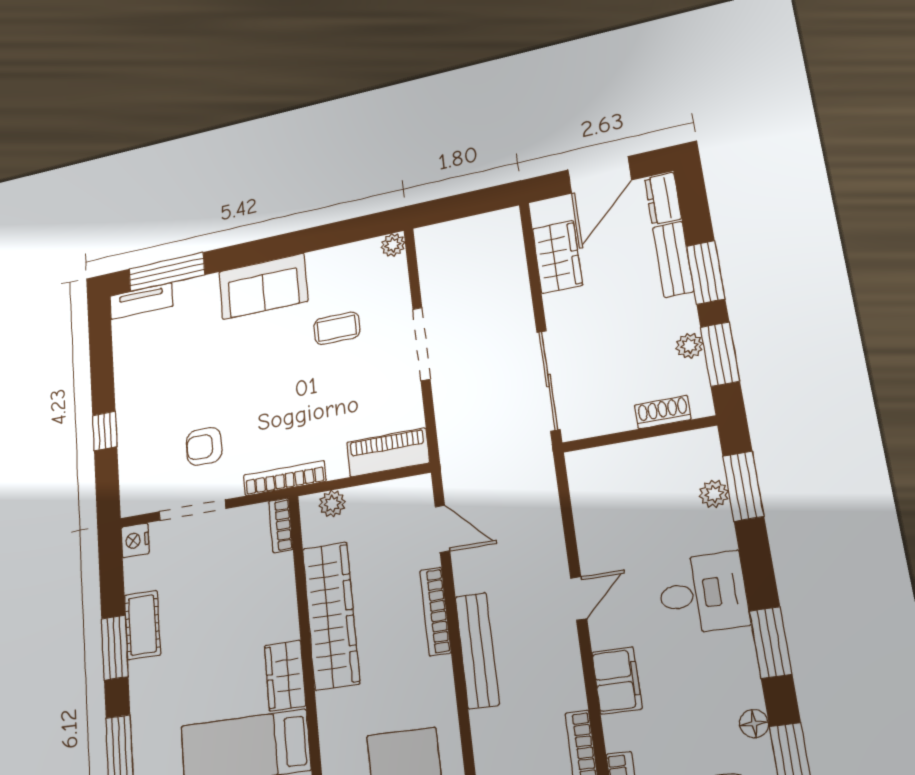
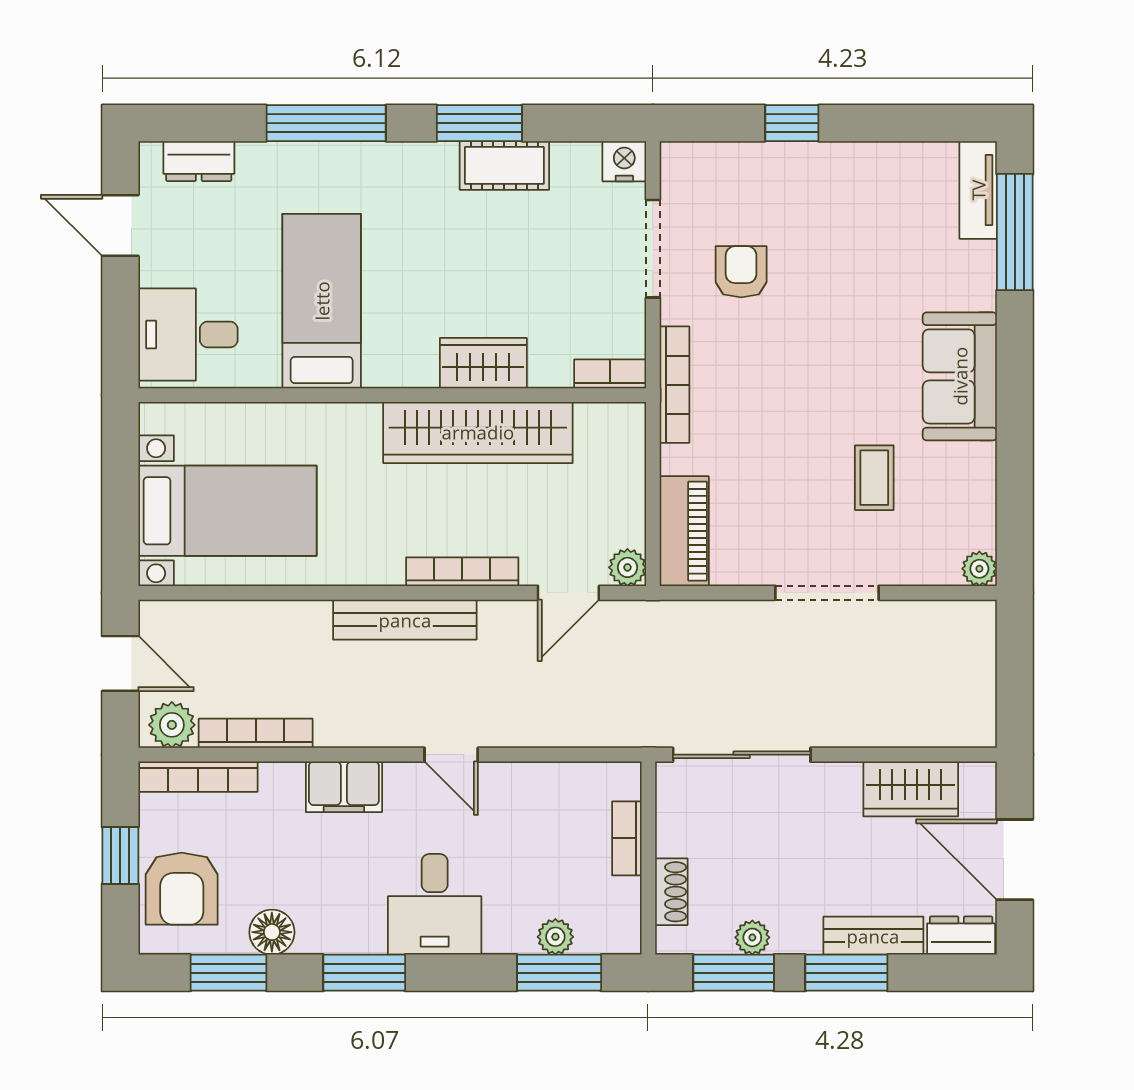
bookcase: (626, 453) -> (627, 838), added
plant: (332, 504) -> (627, 567), moved
wardrobe: (285, 676) -> (483, 363), moved
floor lamp: (754, 724) -> (272, 932), width x1.37, depth x1.37

